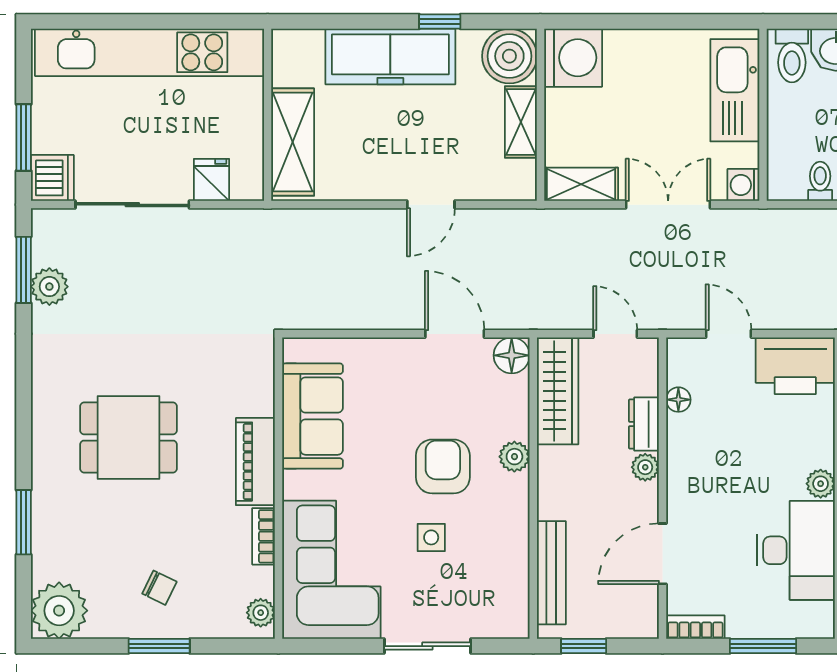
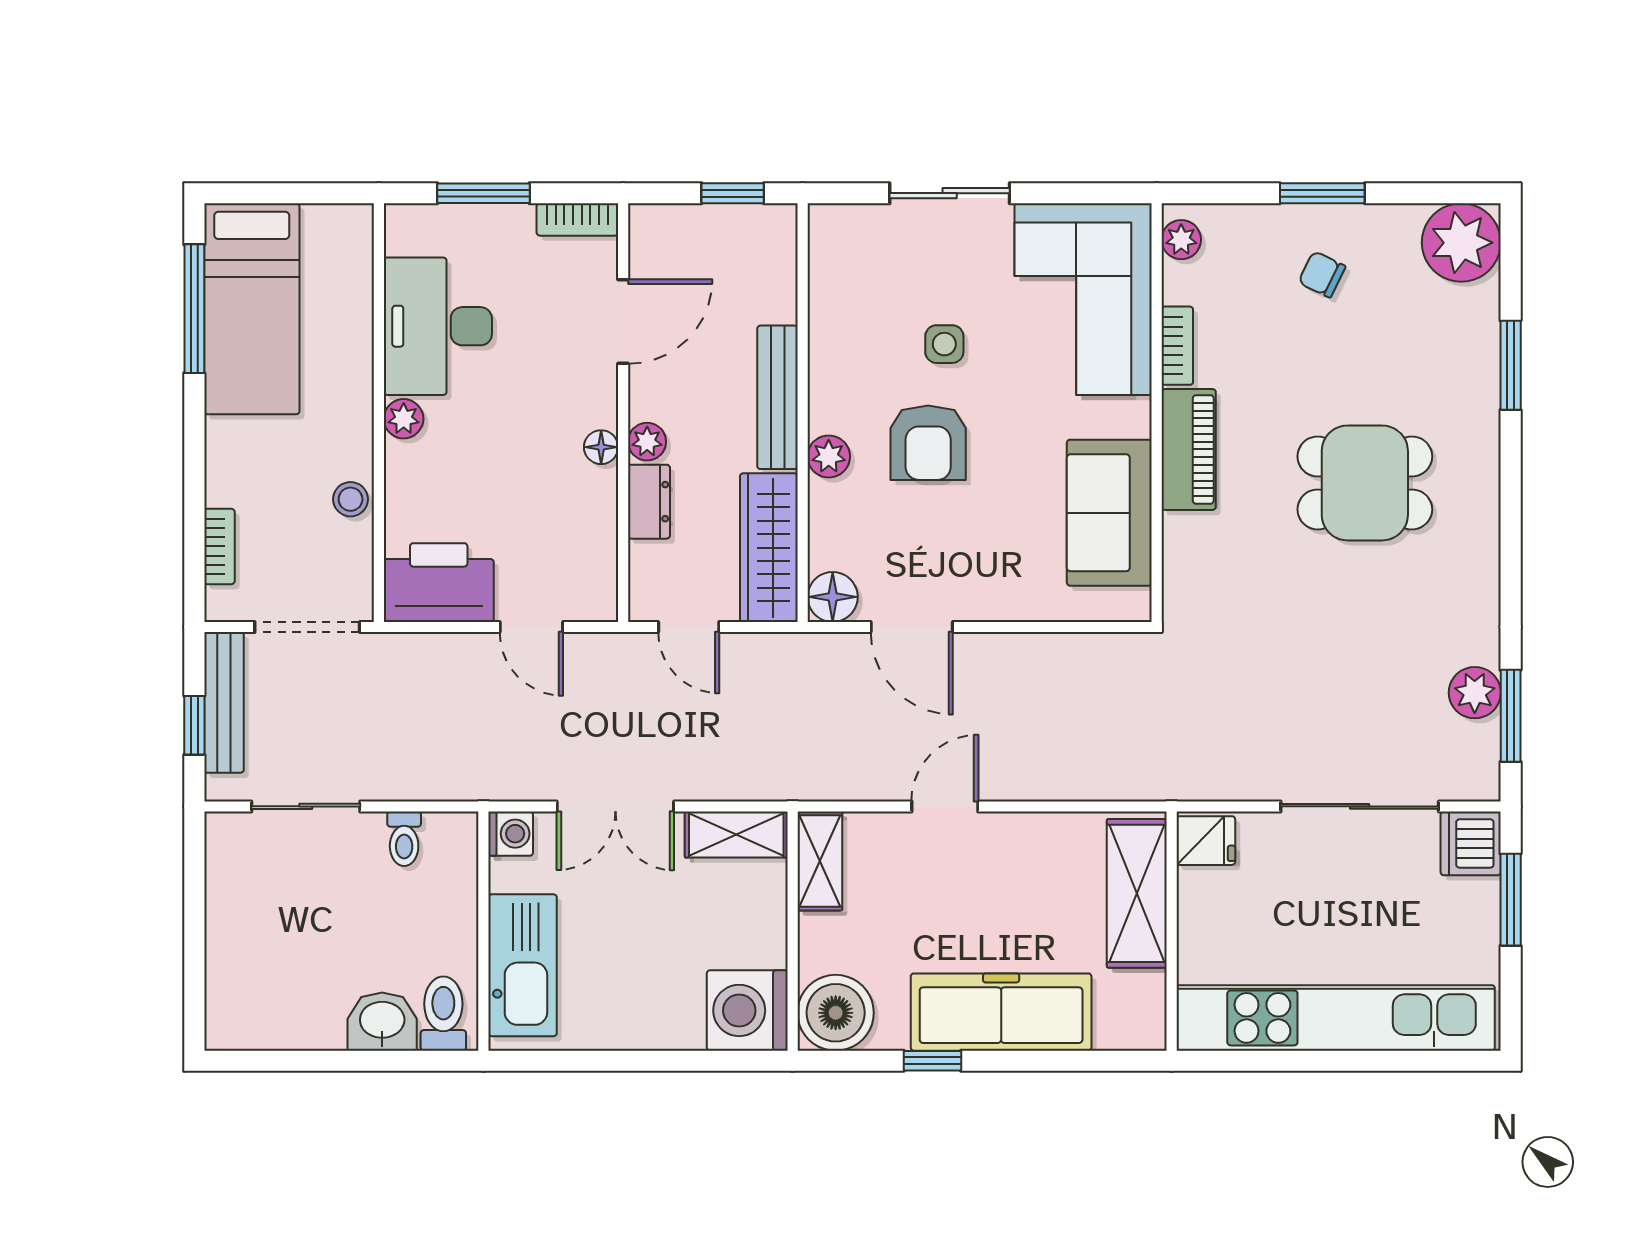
shelving: (521, 122) -> (820, 861), moved
fridge: (211, 180) -> (1206, 841), moved, turned -90
floor lamp: (678, 400) -> (601, 447), moved
bench: (551, 573) -> (777, 397), moved

